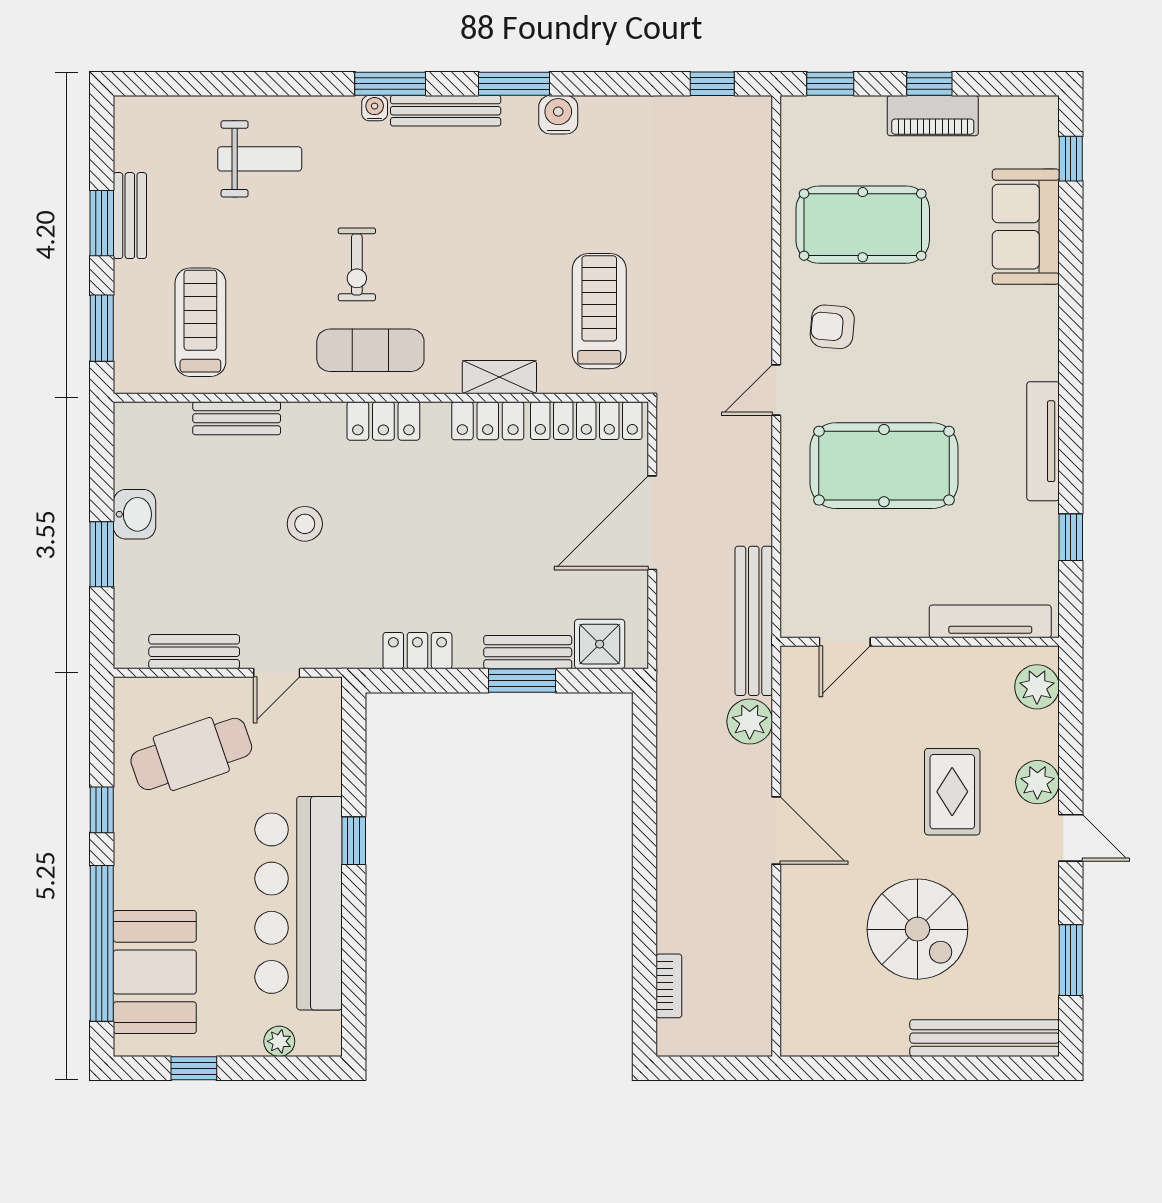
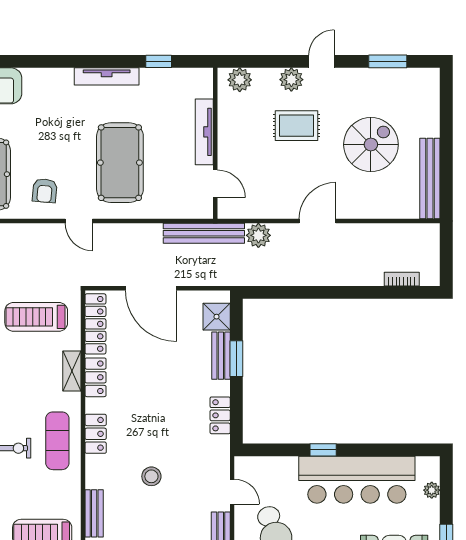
tv unit: (990, 621) -> (204, 132), moved
bench: (985, 1038) -> (430, 178), moved

